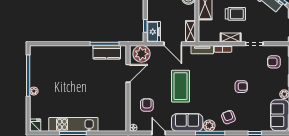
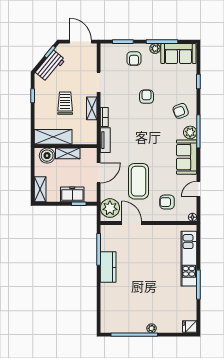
shelving: (190, 31) -> (68, 153), moved
freezer: (154, 32) -> (72, 194), moved
kitchen counter: (107, 52) -> (108, 267), moved
armchair: (274, 62) -> (134, 58), moved
coffee table: (181, 86) -> (138, 181), moved, turned 90
kitchen unit: (73, 124) -> (189, 259), moved

